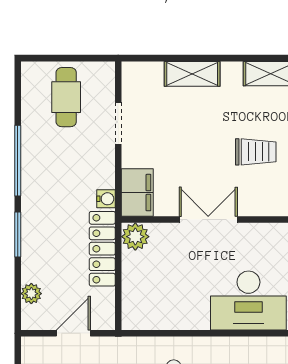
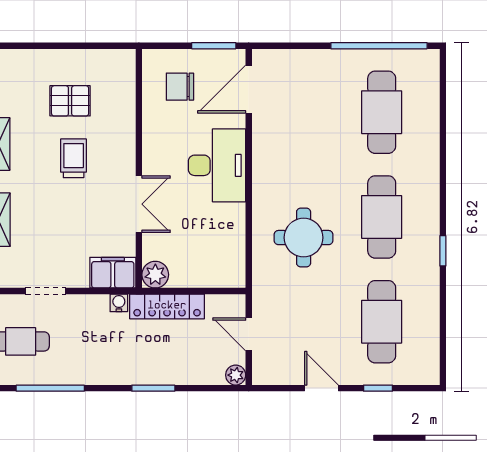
window: (18, 161) -> (50, 388), moved
double door: (208, 220) -> (139, 204), swing flipped
plant: (31, 294) -> (236, 375), moved

